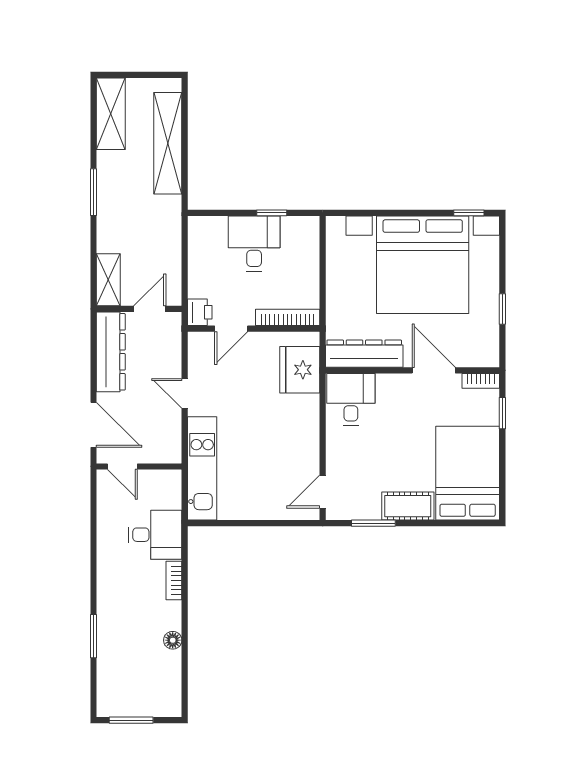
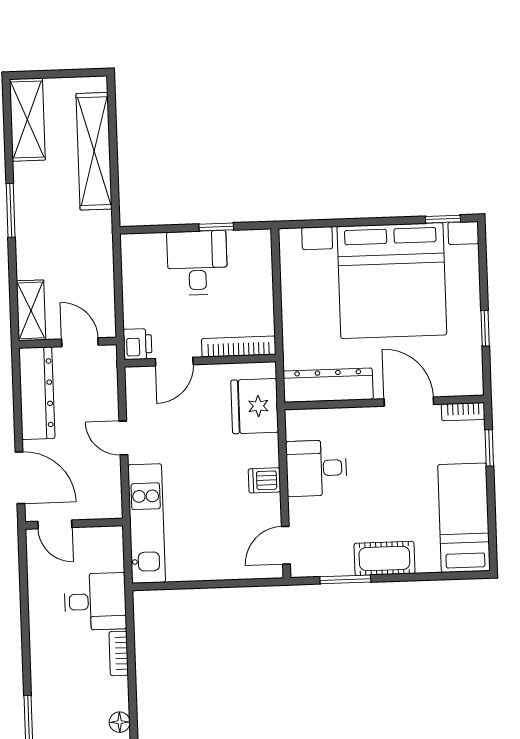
door: (150, 309) -> (80, 342), hinge flipped
desk: (351, 399) -> (316, 468), moved, turned -90
dishwasher: (306, 435) -> (264, 480), added
bed: (468, 473) -> (464, 518), width x0.67

